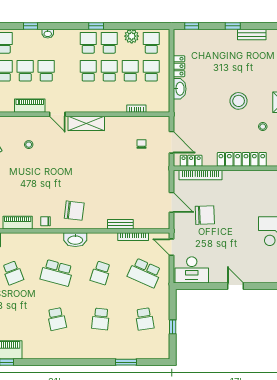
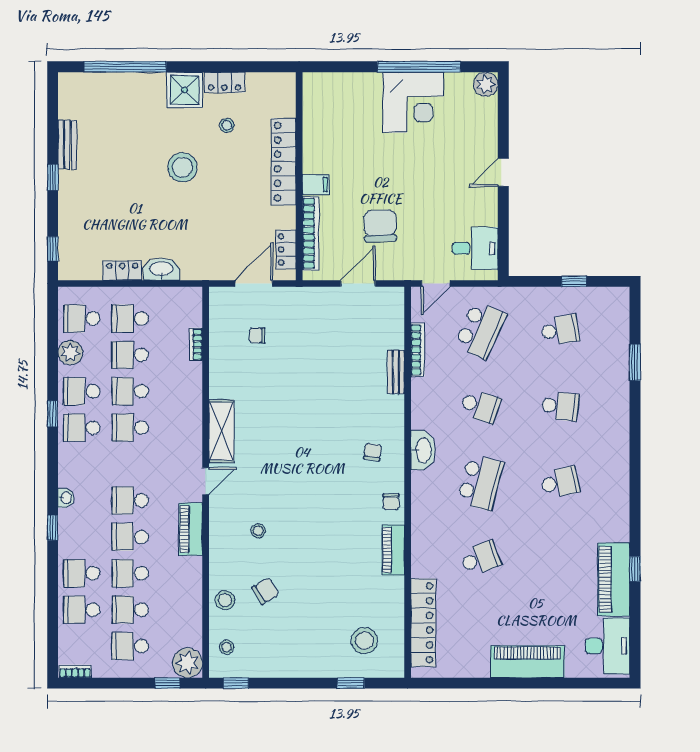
filing cabinet: (229, 178) -> (316, 185), added
chair: (74, 211) -> (372, 452), width x0.54, depth x0.54
desk: (192, 270) -> (475, 248), width x0.73

